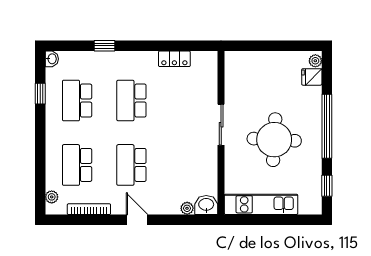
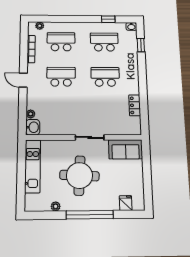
window: (104, 46) -> (141, 45), moved
plant: (315, 61) -> (56, 206), moved
sofa: (238, 74) -> (126, 149), added
window: (327, 186) -> (46, 215), removed
door: (137, 220) -> (23, 80), swing flipped

